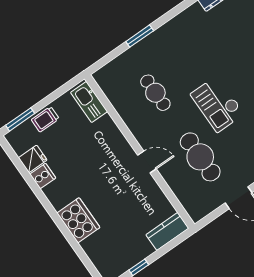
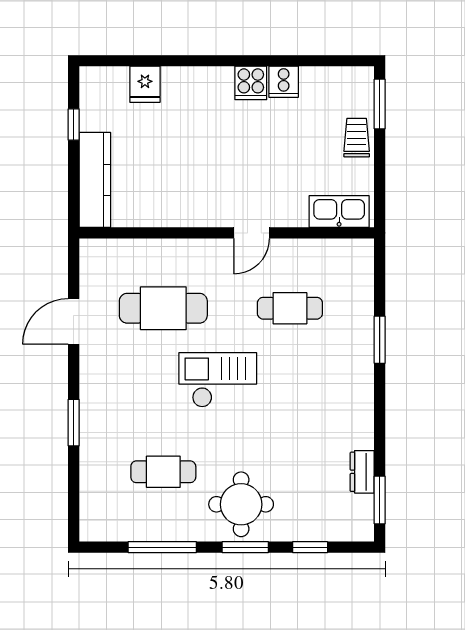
fridge: (33, 159) -> (145, 84), moved
door: (147, 162) -> (252, 233), moved
cooker: (78, 220) -> (251, 83), moved, width x0.53, depth x0.76
kitchen counter: (167, 231) -> (95, 180), width x1.50

